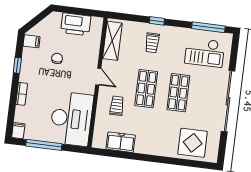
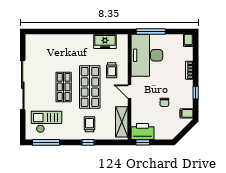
window: (90, 12) -> (143, 142), added
printer: (76, 24) -> (142, 132), moved
shop shelf: (146, 89) -> (90, 87), width x1.43, depth x1.36
display table: (193, 143) -> (47, 48), removed
window: (44, 145) -> (151, 31), moved

